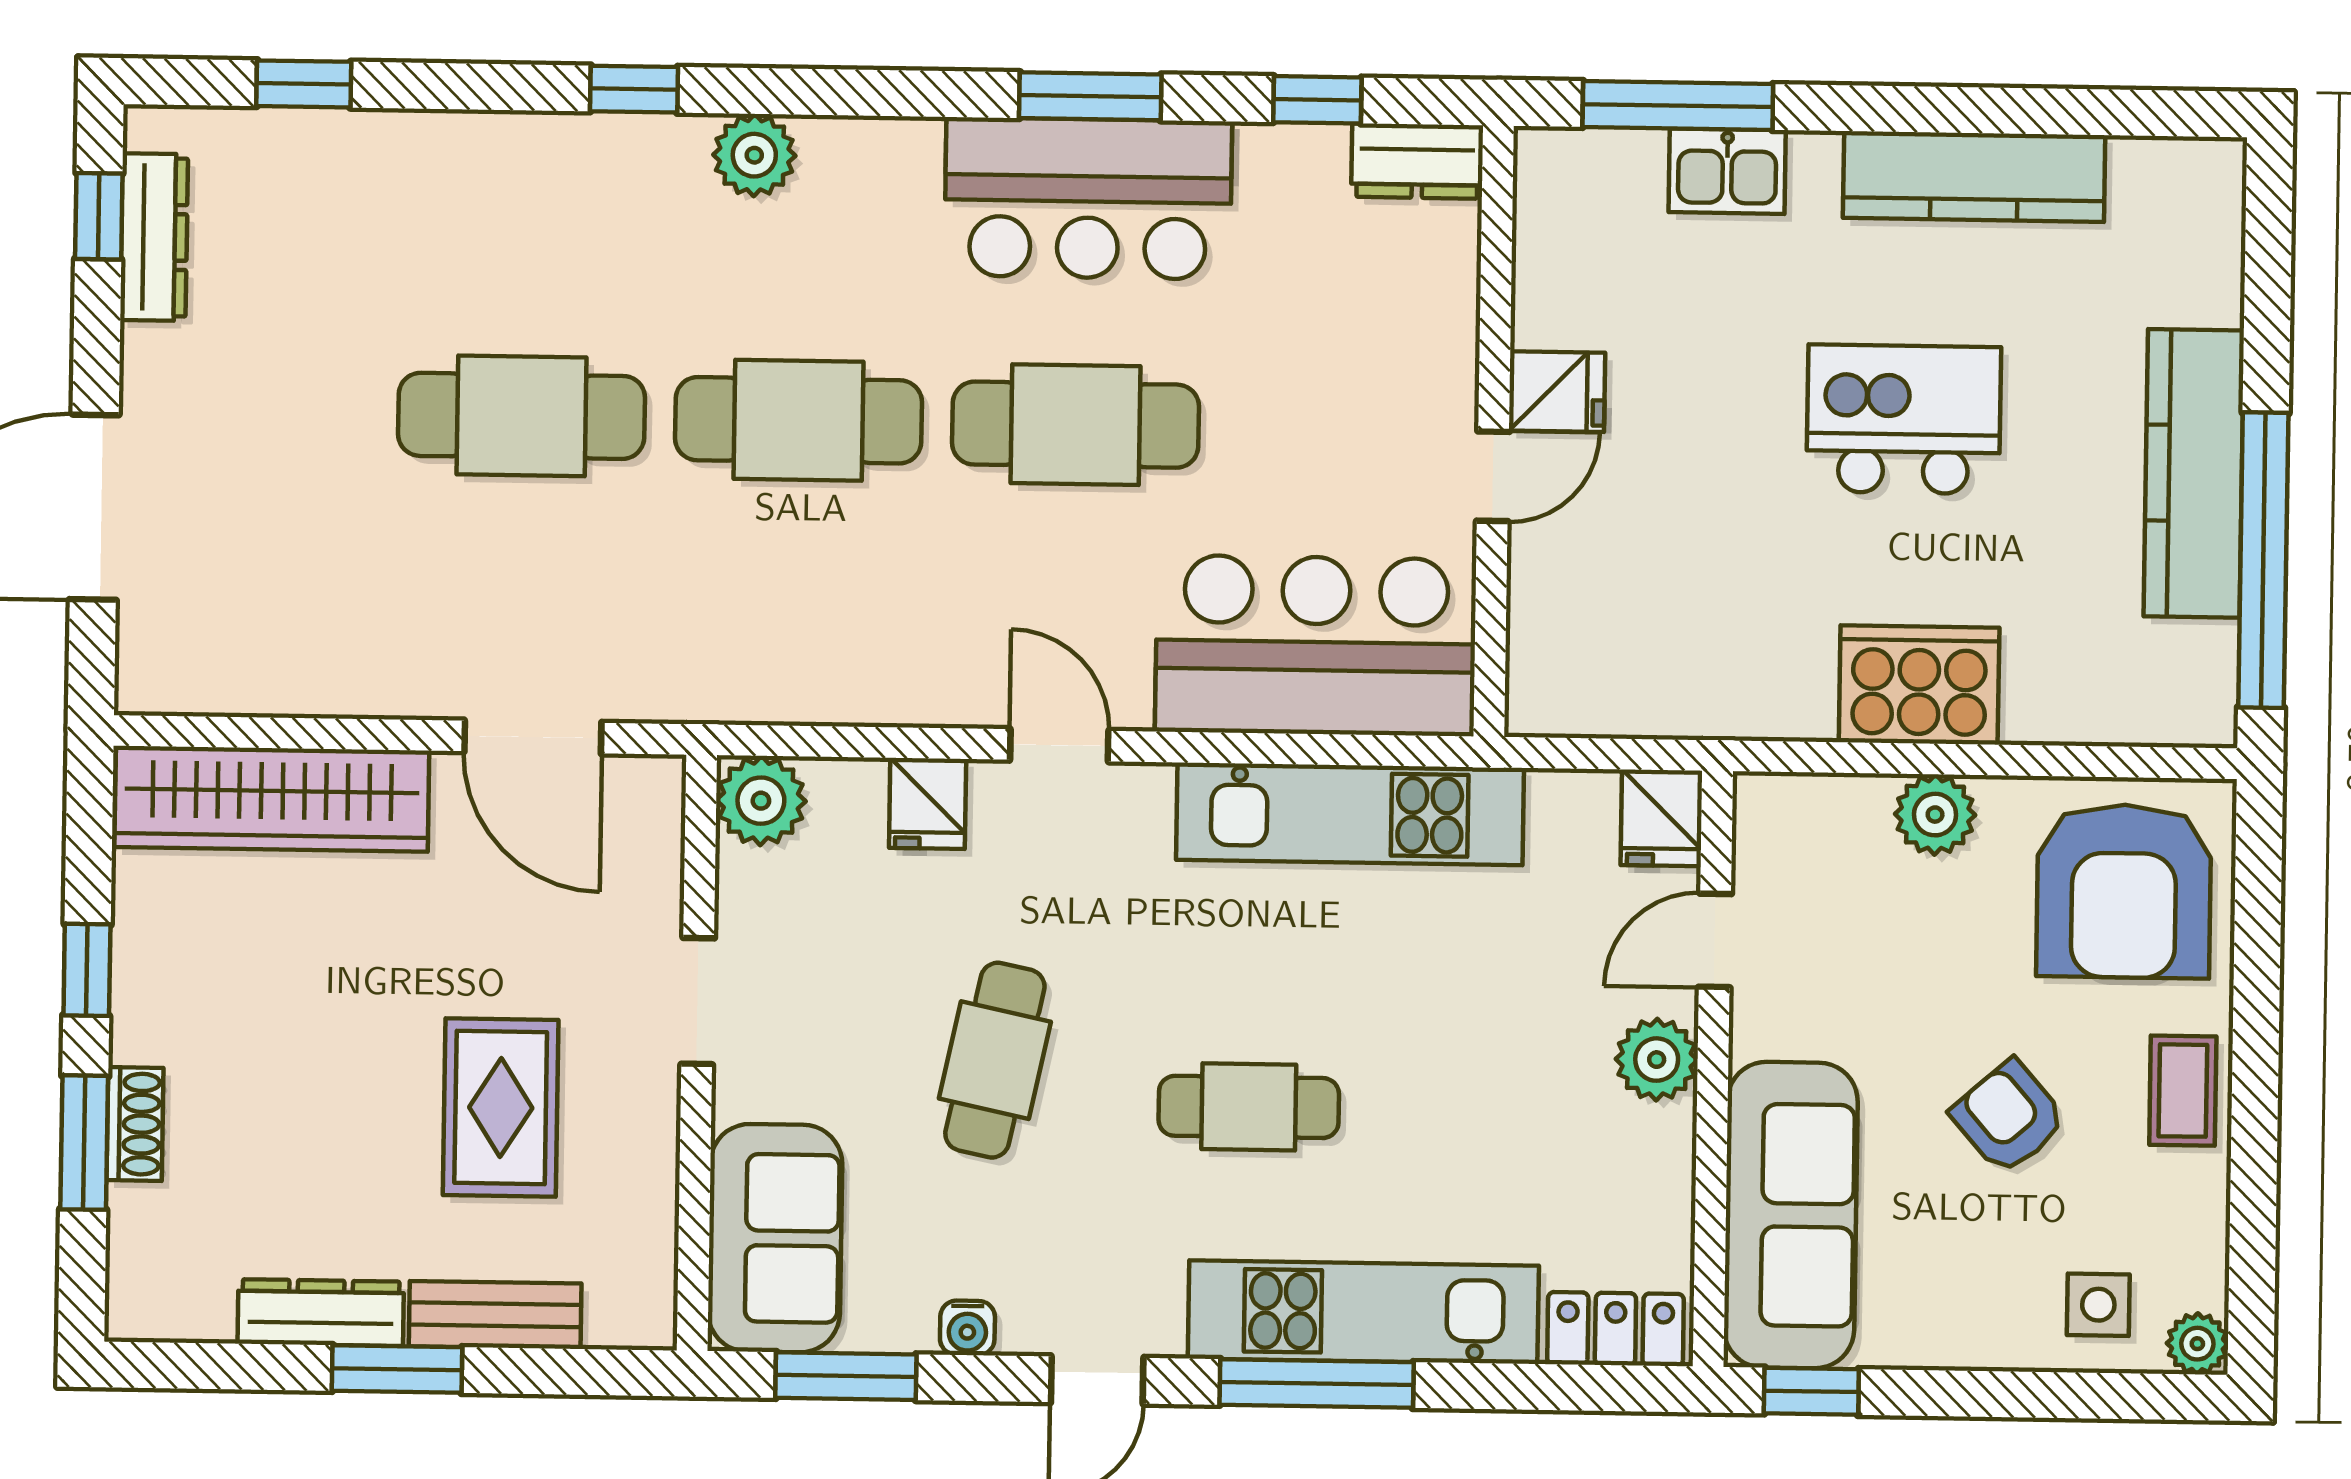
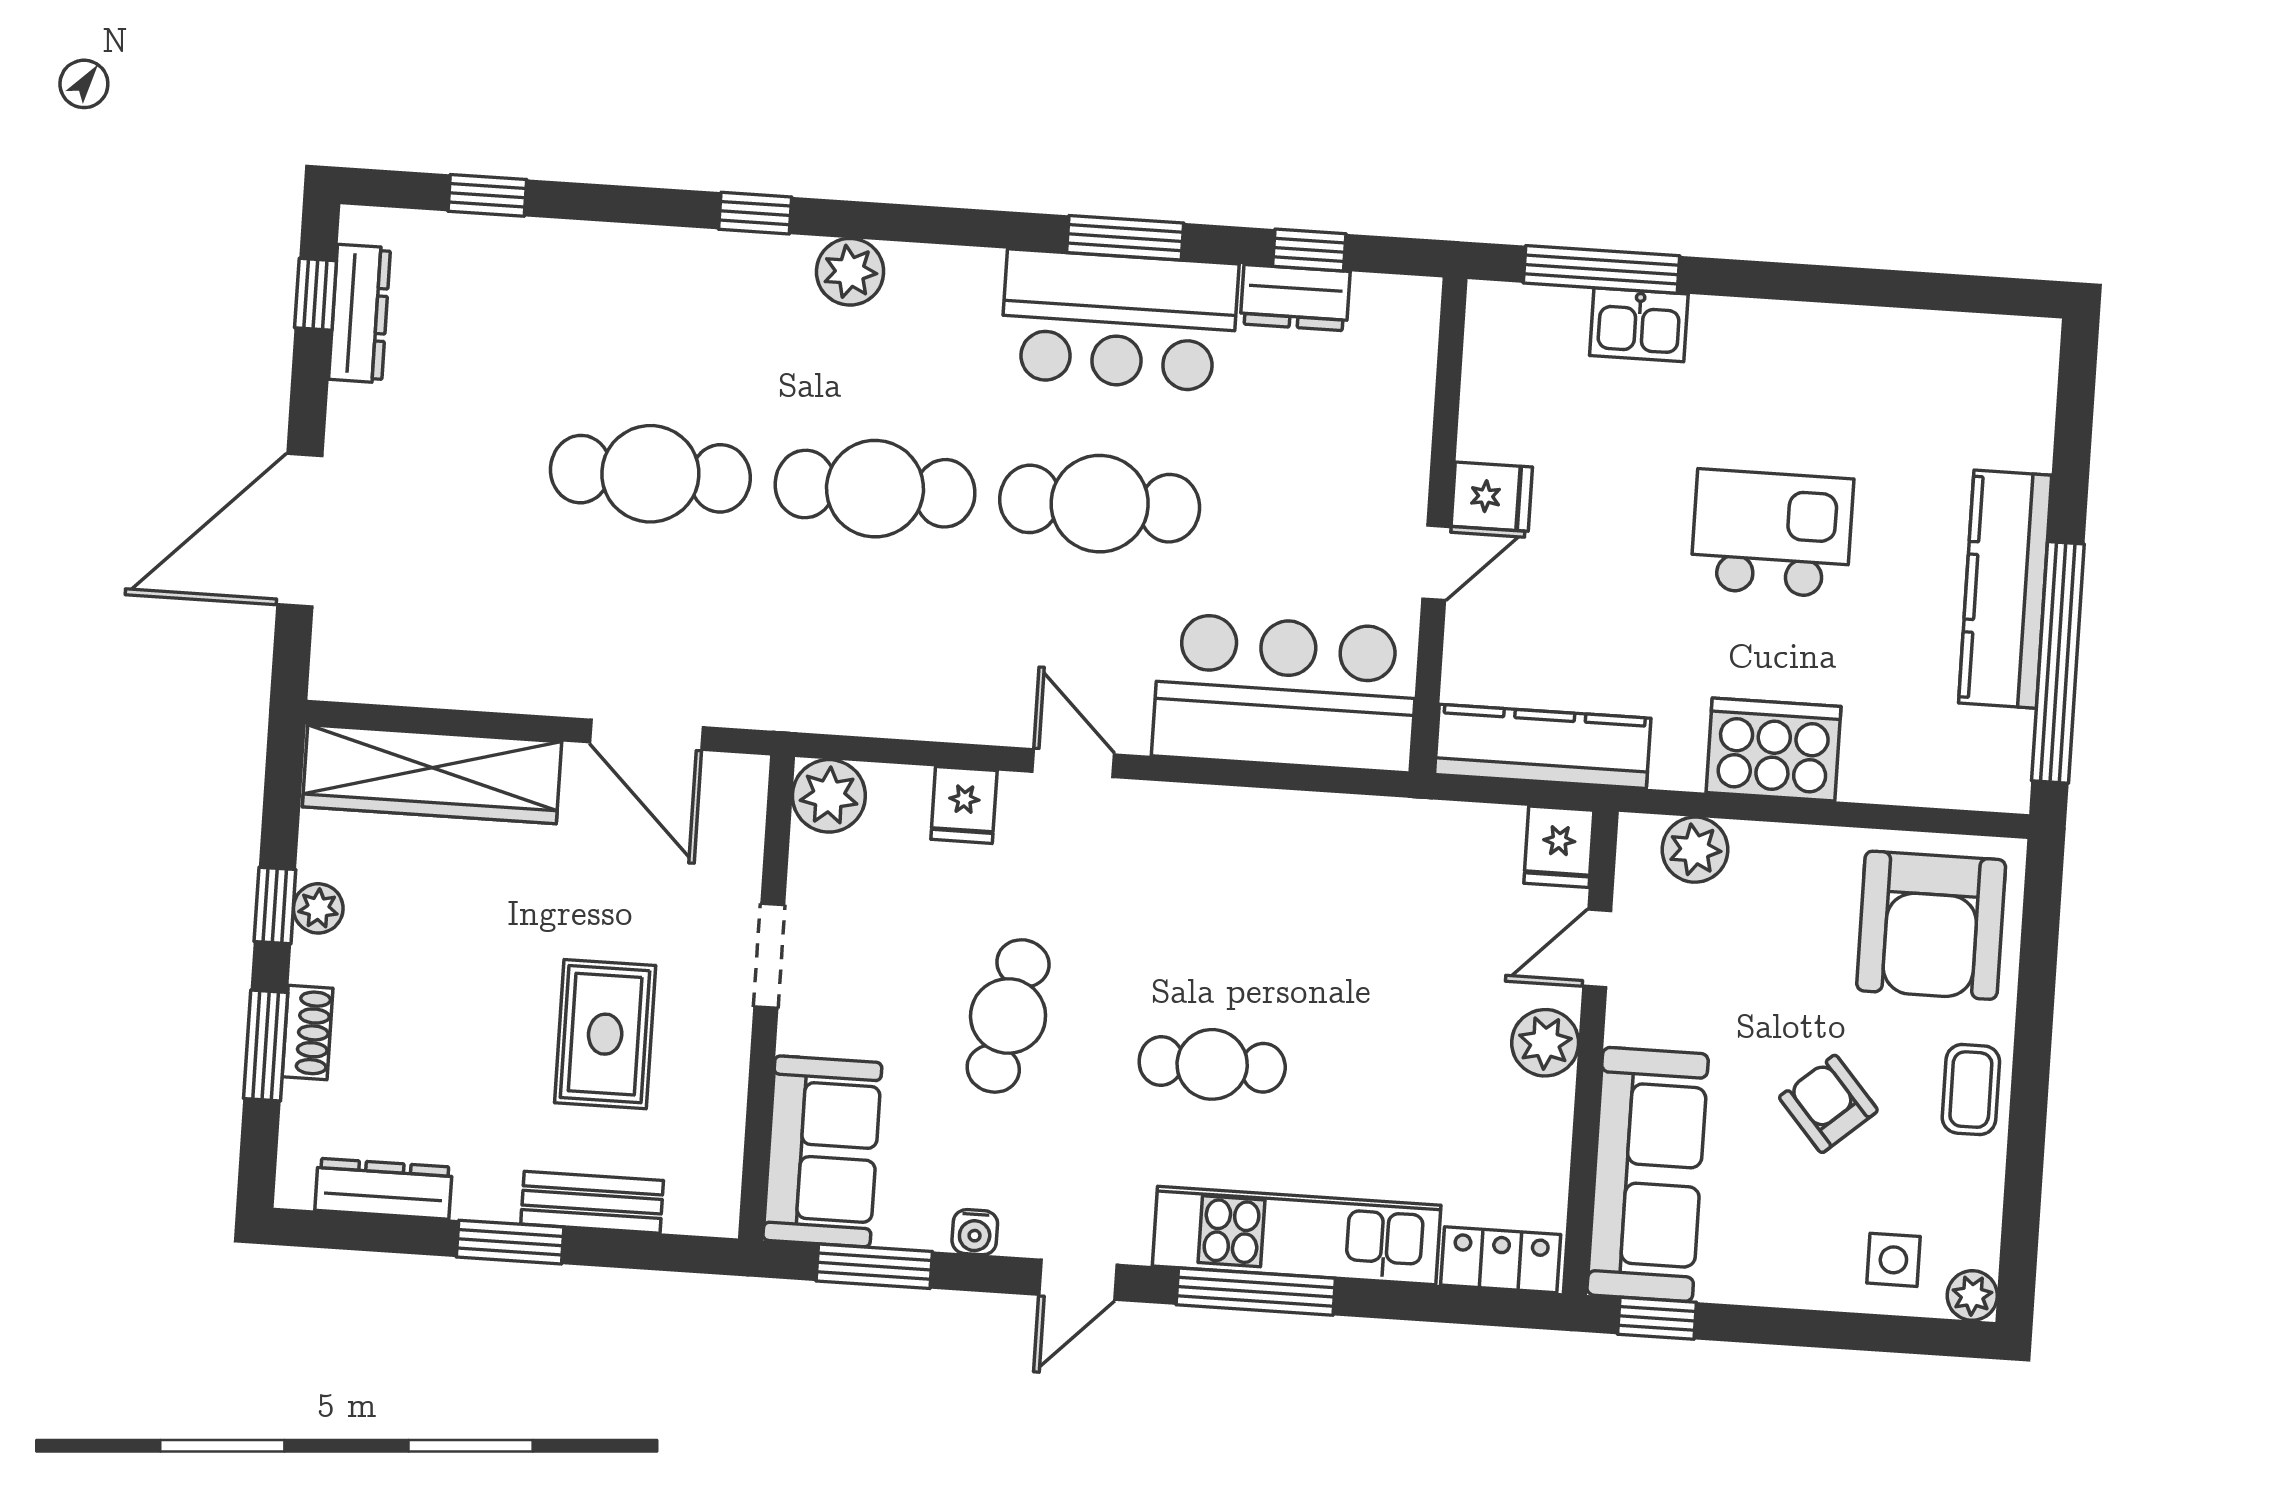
dresser: (1417, 161) -> (1295, 298), moved
kitchen counter: (1974, 177) -> (1543, 746), moved, turned 180
kitchen unit: (1350, 814) -> (1306, 831), removed
plant: (1935, 815) -> (1695, 850), moved
plant: (140, 971) -> (318, 908), added
dresser: (321, 1313) -> (383, 1189), moved

